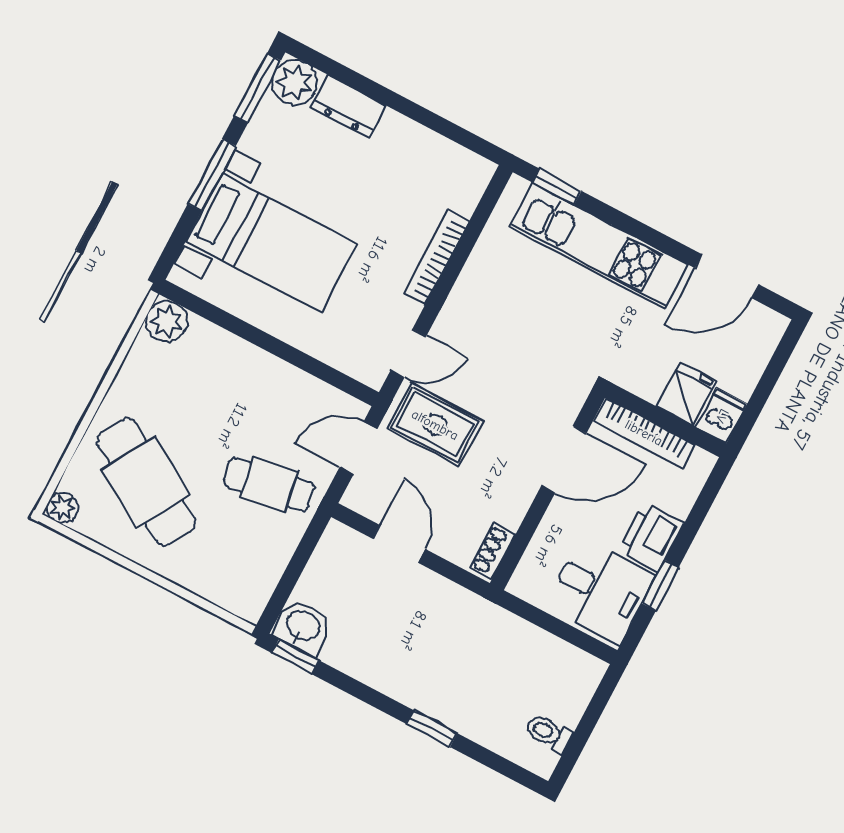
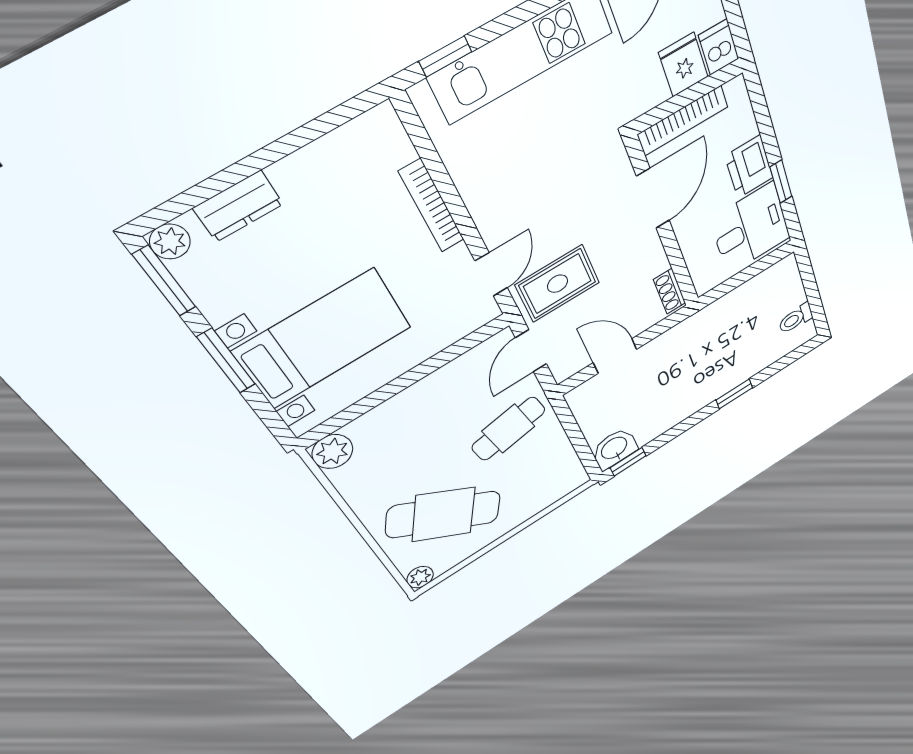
plant: (295, 82) -> (170, 242), width x0.73, depth x0.73

